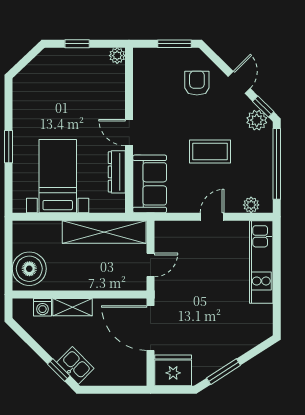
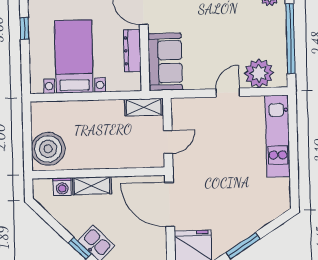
window: (9, 147) -> (24, 29), width x0.67
coffee table: (210, 151) -> (224, 28), removed
plant: (251, 205) -> (259, 73), width x1.87, depth x1.87
shelving: (104, 232) -> (144, 107), width x0.45, depth x0.75

